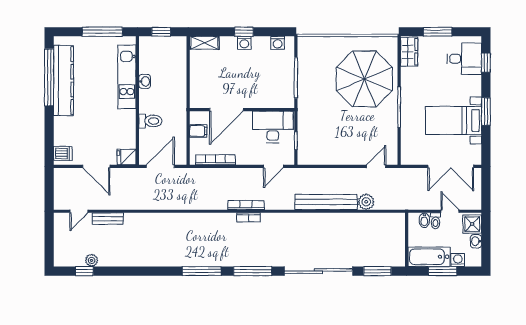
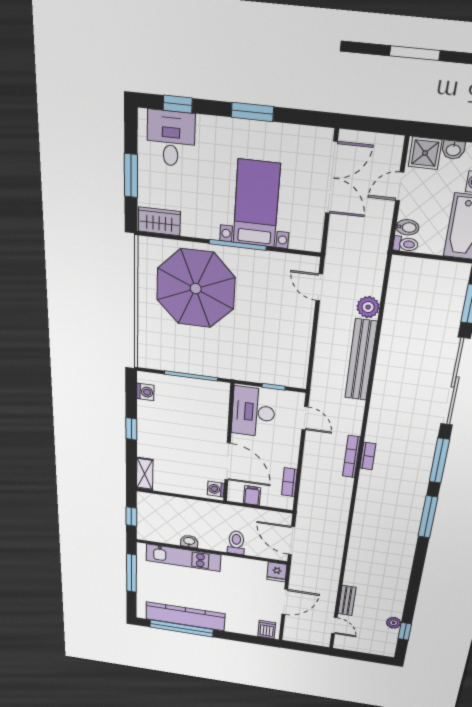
washing machine: (244, 43) -> (216, 489), moved, turned 180
bed with nightstands: (454, 120) -> (256, 204), moved, turned 180
bookcase: (216, 160) -> (289, 482), width x0.64
toilet: (436, 221) -> (406, 244), moved

